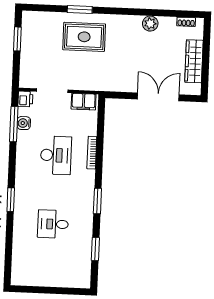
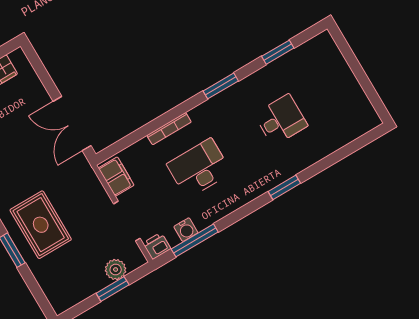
window: (17, 39) -> (113, 289), moved
plant: (27, 65) -> (116, 270), added
double door: (158, 97) -> (72, 124), moved
desk: (53, 224) -> (281, 120), turned -90

